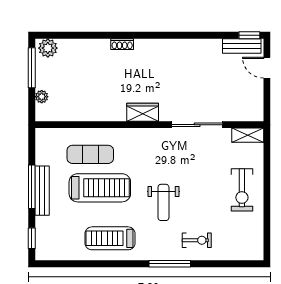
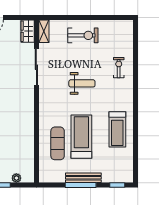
wardrobe: (143, 112) -> (28, 31), moved
weight bench: (163, 202) -> (82, 83), moved
window: (170, 264) -> (135, 87), removed

